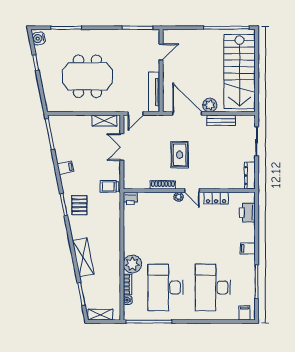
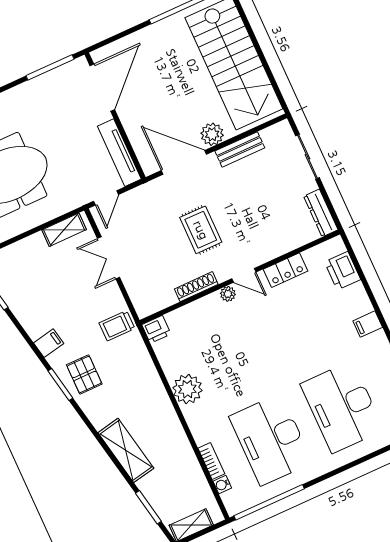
door: (161, 52) -> (102, 88), width x1.88
filing cabinet: (65, 168) -> (49, 343), moved
plant: (132, 264) -> (187, 389), moved

